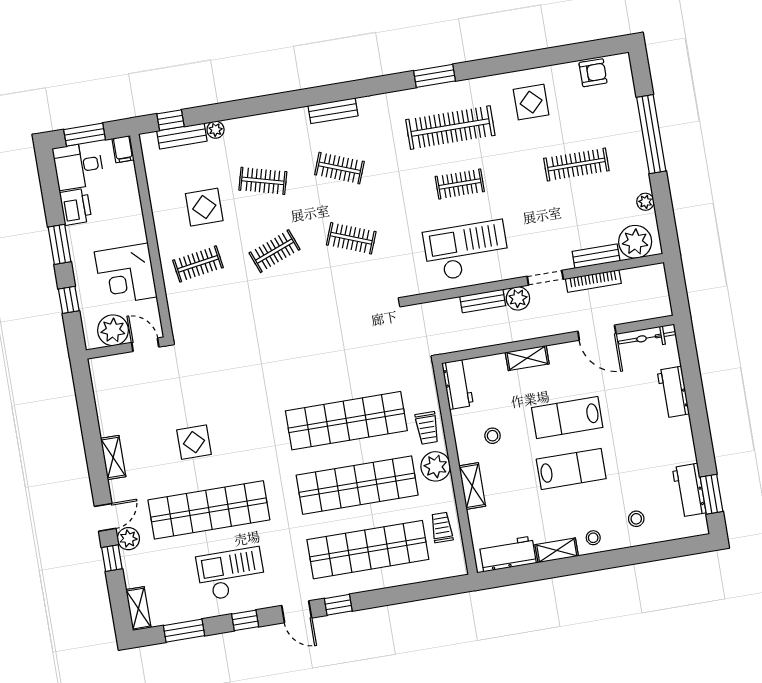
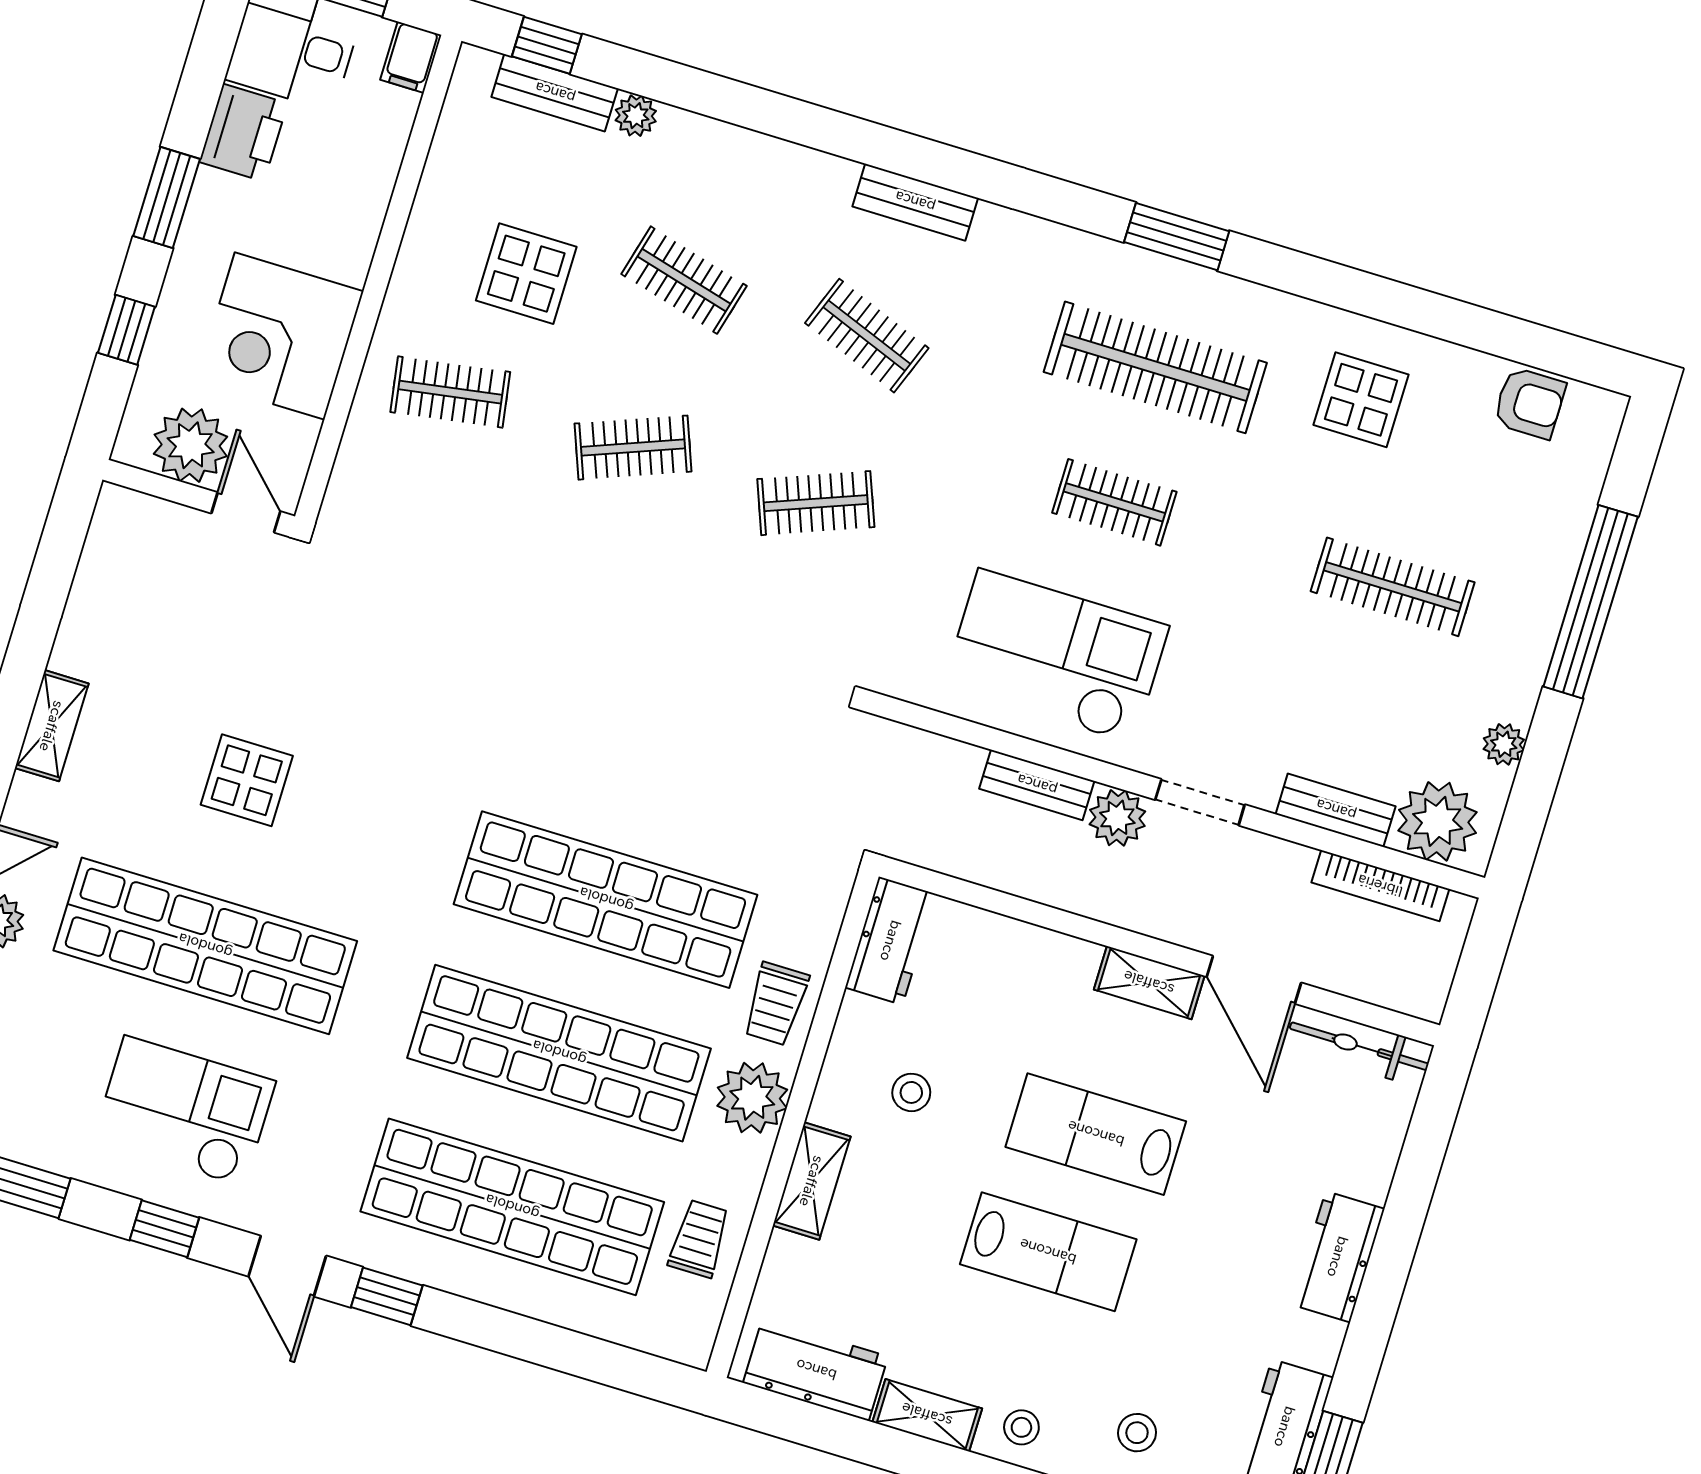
clothes rail: (351, 238) -> (816, 503), turned -42
bookcase: (593, 281) -> (1380, 886), moved
shelving: (527, 358) -> (1149, 983), moved
workbench: (673, 392) -> (1338, 1257), moved

